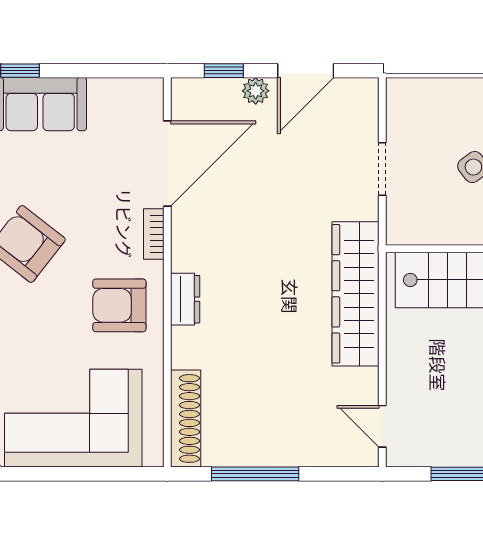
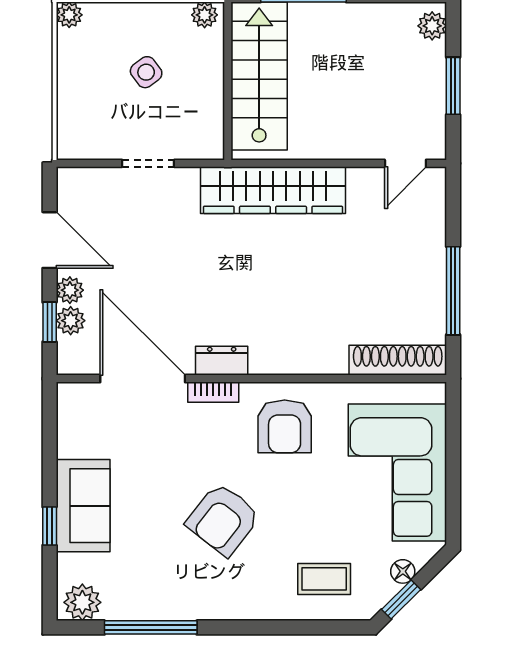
plant: (225, 92) -> (71, 321), added
dresser: (185, 299) -> (222, 361), moved

